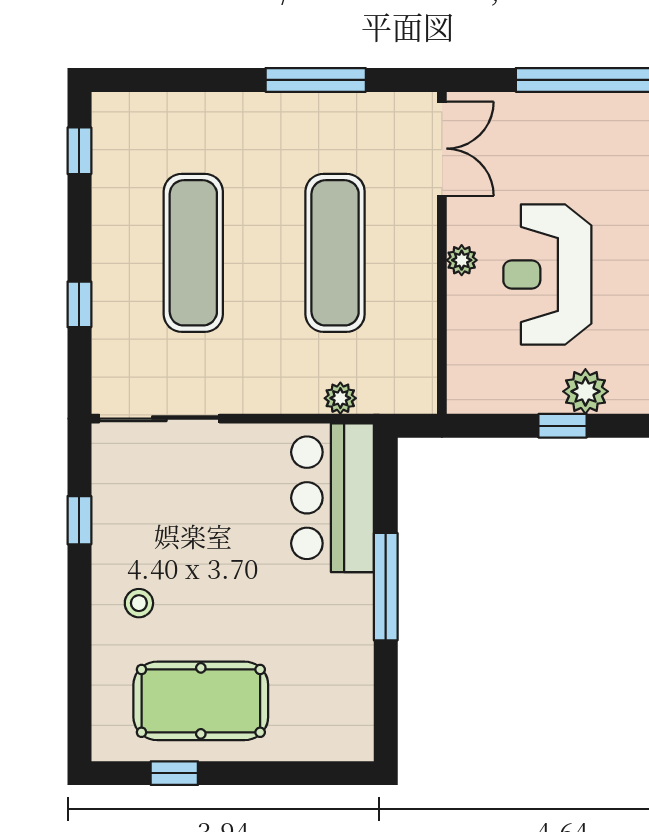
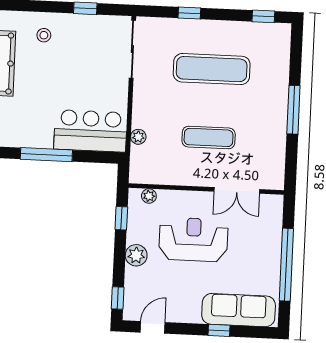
window: (316, 80) -> (293, 110), moved
double door: (442, 149) -> (237, 190), moved
exercise mat: (335, 253) -> (209, 137), width x0.73, depth x0.69
plant: (462, 260) -> (149, 196), moved
window: (563, 426) -> (121, 218), moved

